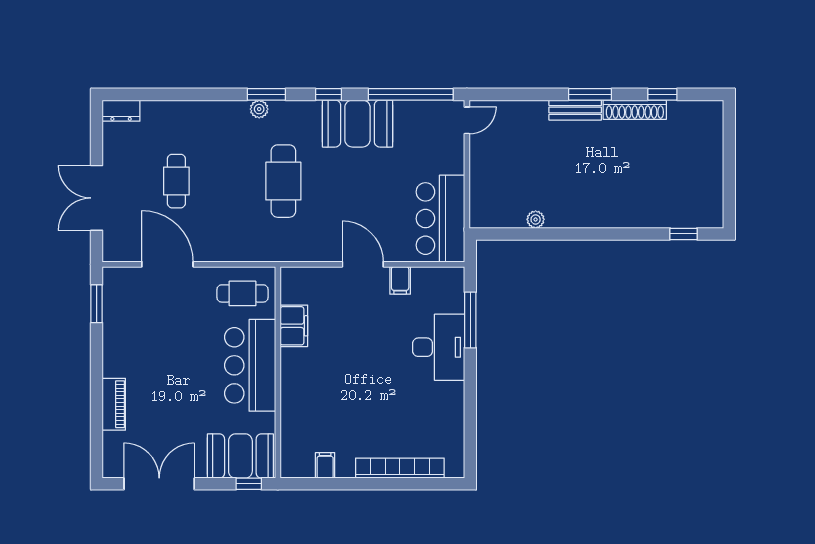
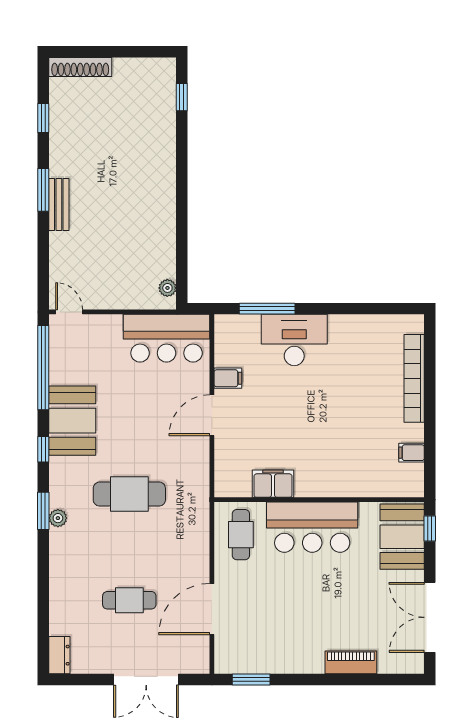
shoe rack: (635, 110) -> (80, 67), moved, turned 90
plant: (536, 219) -> (167, 288), moved

